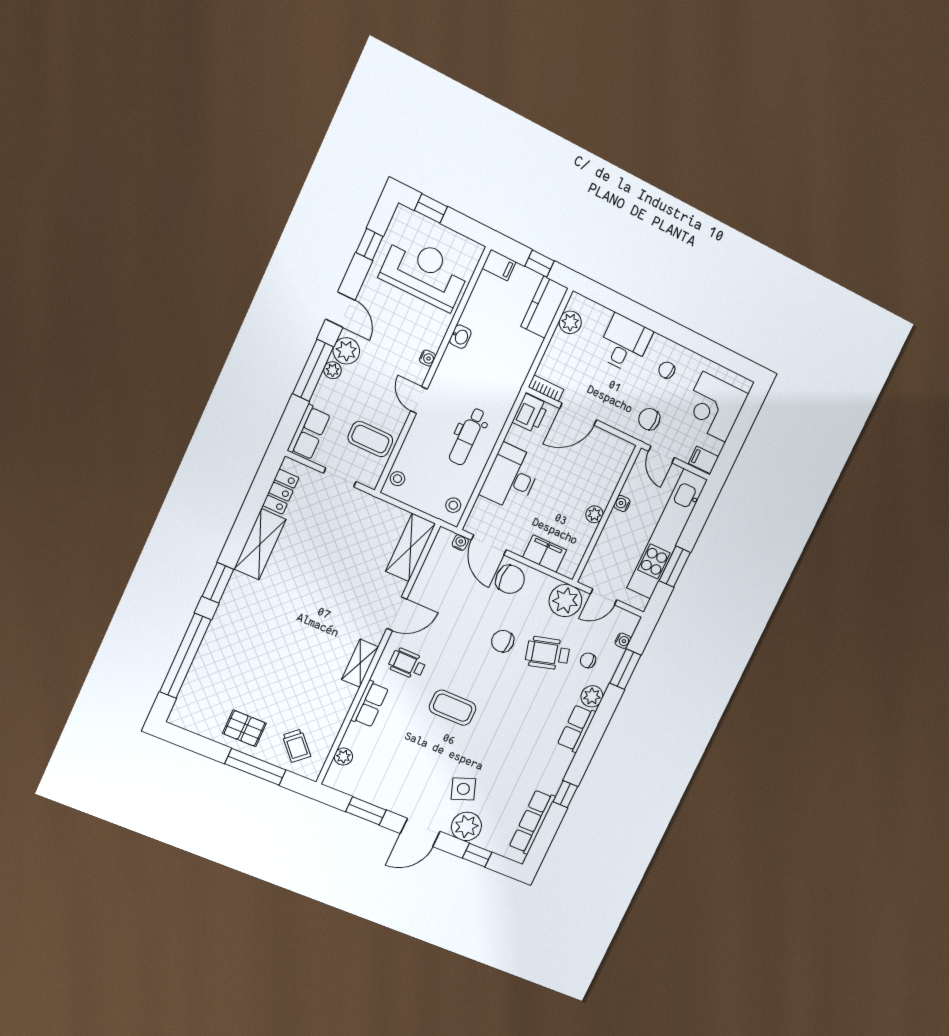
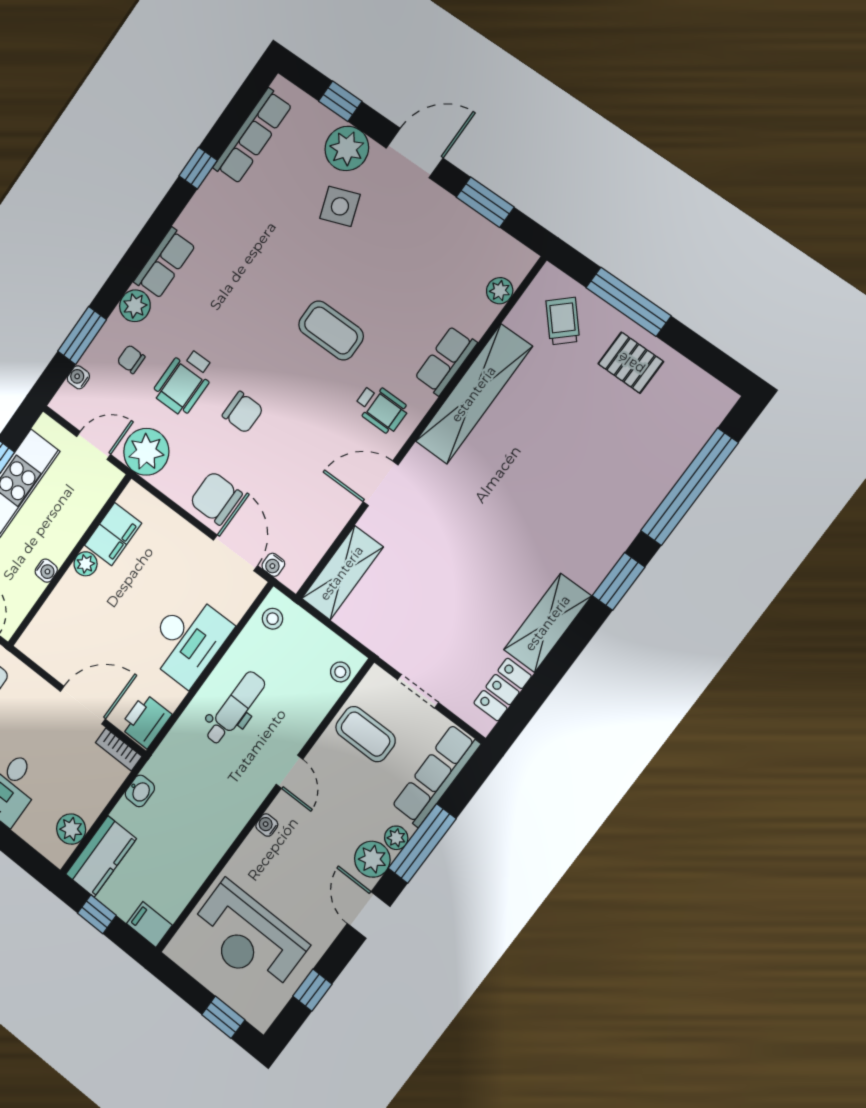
washbasin: (460, 337) -> (140, 791), moved, turned 180
row of seats: (309, 432) -> (436, 775), width x1.48
filing cabinet: (545, 554) -> (113, 534), moved, turned -90
wheelchair: (548, 653) -> (184, 381), turned 105
chair: (588, 660) -> (131, 359), turned 180
shelving: (360, 663) -> (474, 394), width x2.20, depth x1.33

